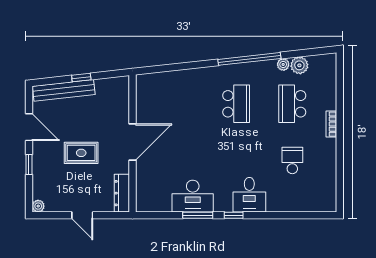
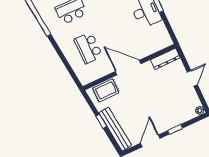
school desk: (180, 104) -> (88, 48), added
rug: (81, 153) -> (106, 90), moved, turned 90

